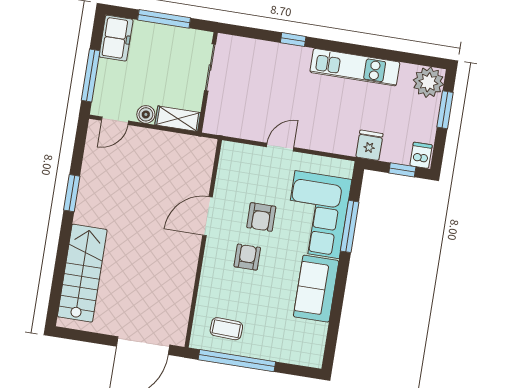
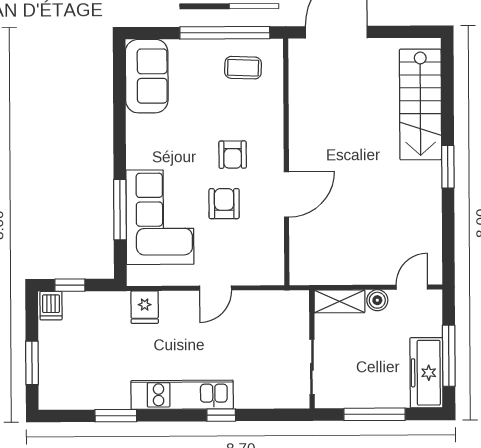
freezer: (116, 38) -> (426, 373), width x1.40
window: (382, 54) -> (116, 416), added
kitchen unit: (355, 67) -> (182, 395), moved
window: (91, 75) -> (449, 356), moved
plant: (428, 82) -> (56, 392), removed
fridge: (369, 145) -> (145, 307), moved
window: (72, 193) -> (448, 167), moved
sofa: (316, 289) -> (147, 76), moved

